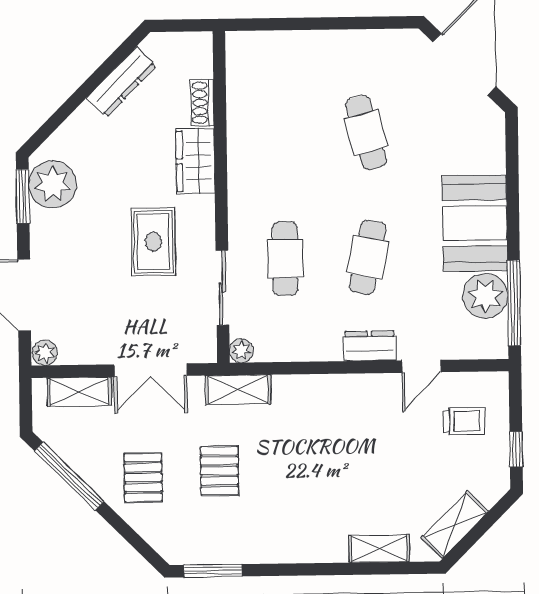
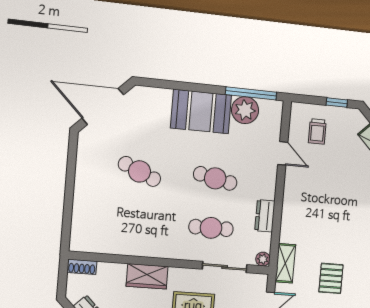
shoe rack: (202, 103) -> (82, 267), moved
cafe table: (366, 133) -> (140, 171), turned 39
dresser: (370, 346) -> (265, 216), moved
trolley: (464, 421) -> (317, 131), turned 180
pallet: (219, 471) -> (331, 278), turned 90

